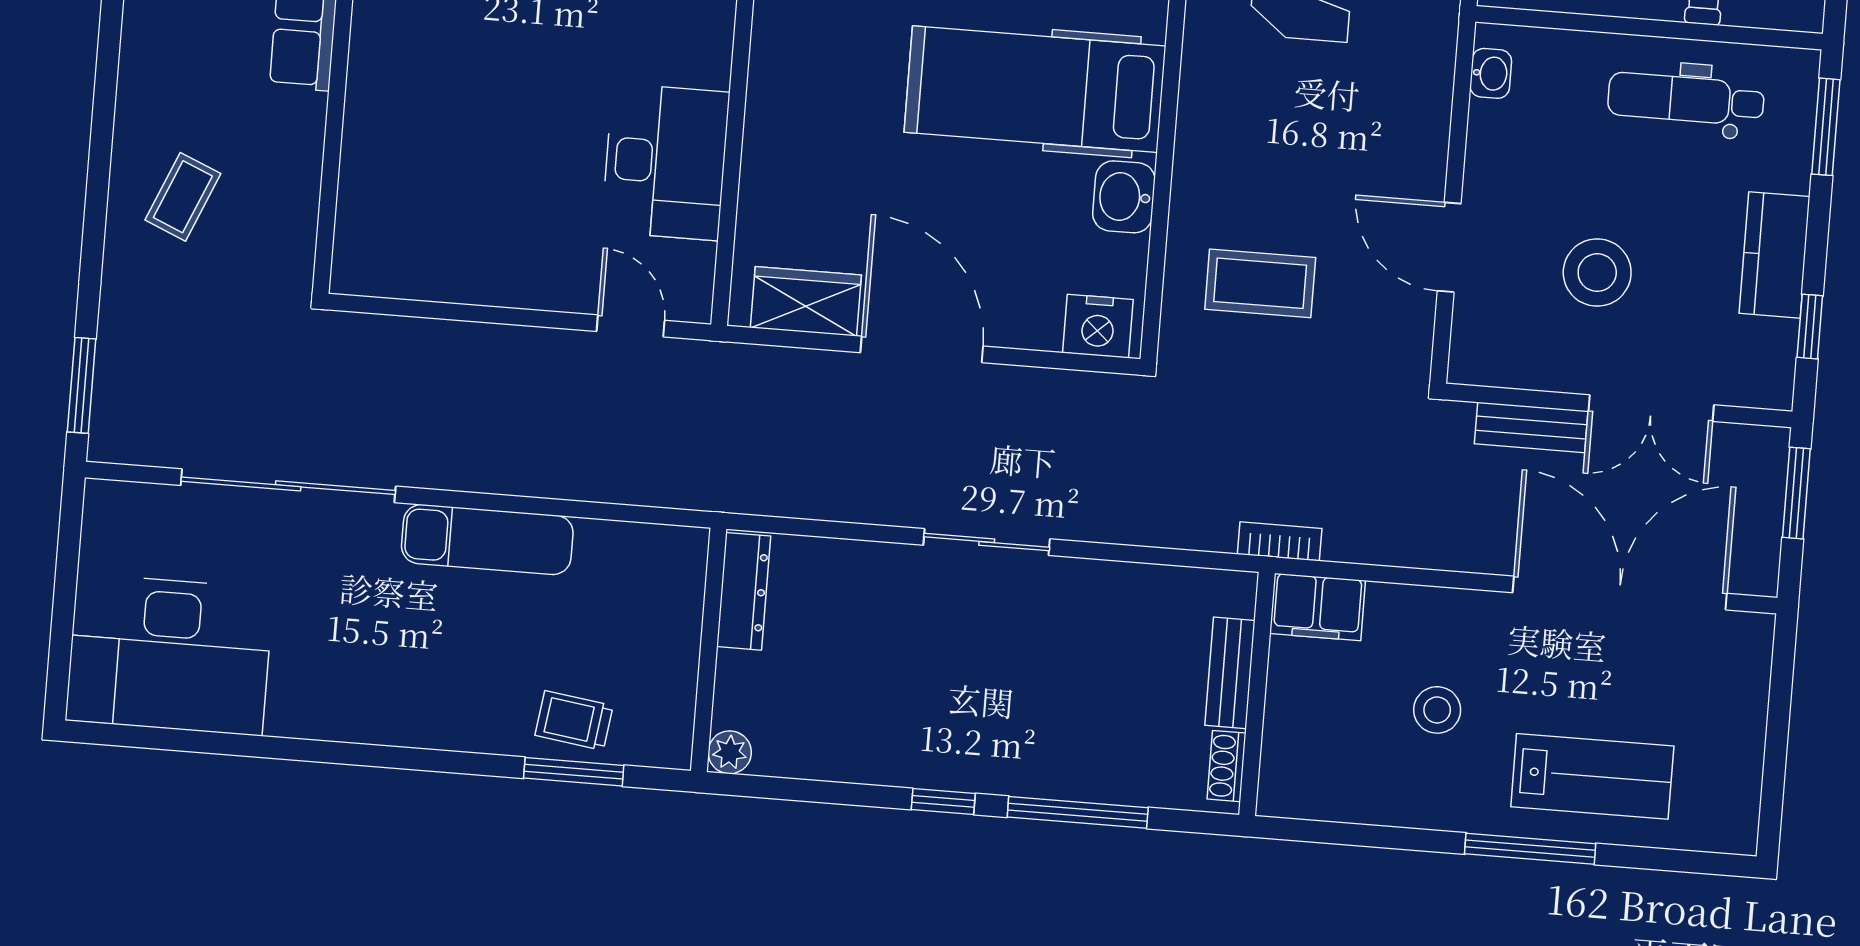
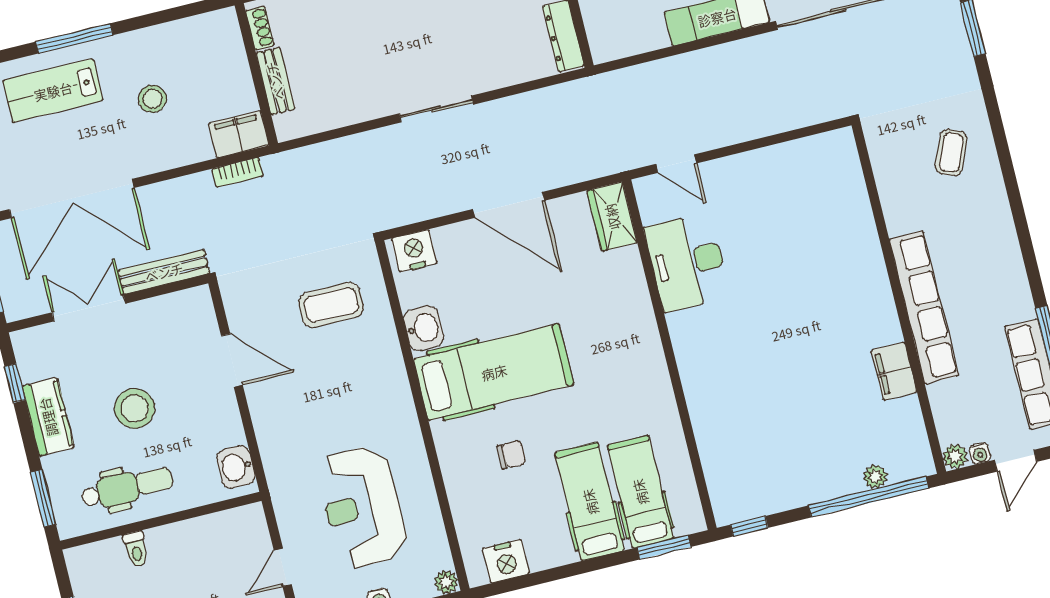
washbasin: (1491, 73) -> (236, 467), width x1.38, depth x1.45
stool: (1597, 273) -> (135, 408), moved
wardrobe: (806, 301) -> (612, 217), moved, turned 90
bench: (1531, 427) -> (164, 272), width x1.36
bookcase: (1280, 541) -> (238, 172), moved

